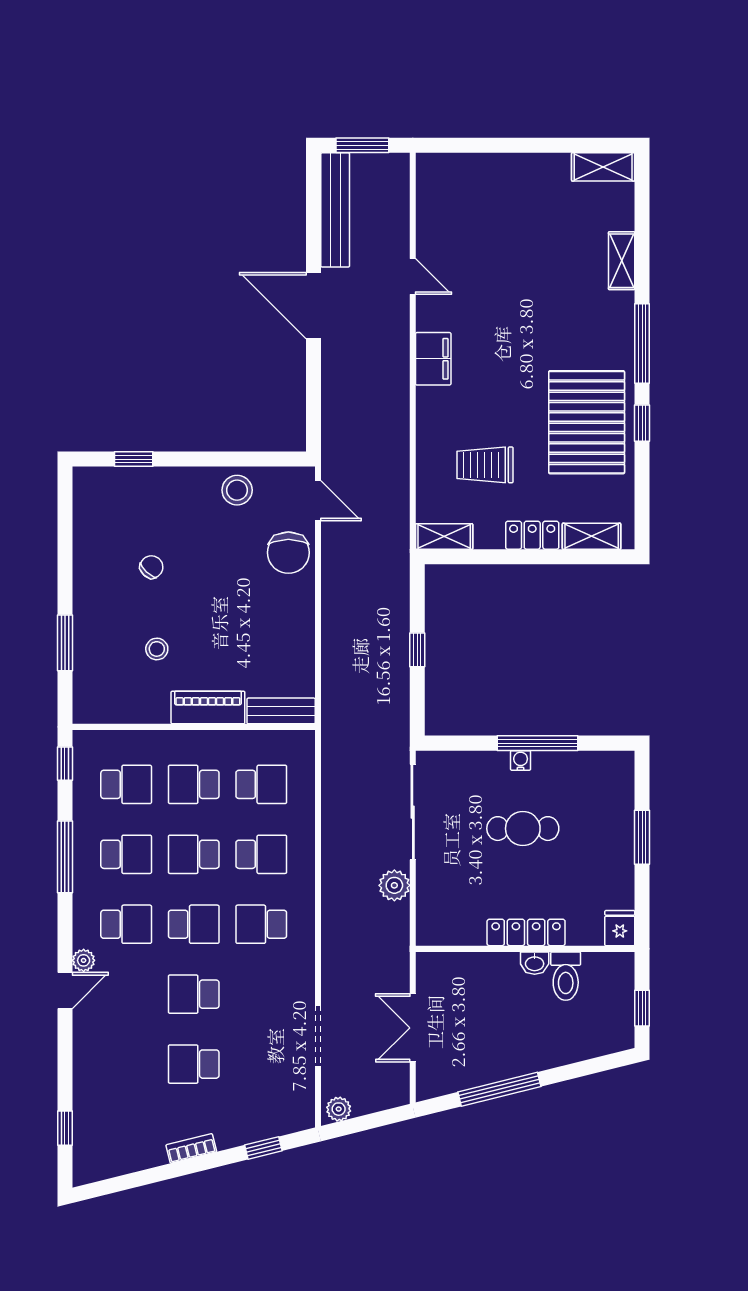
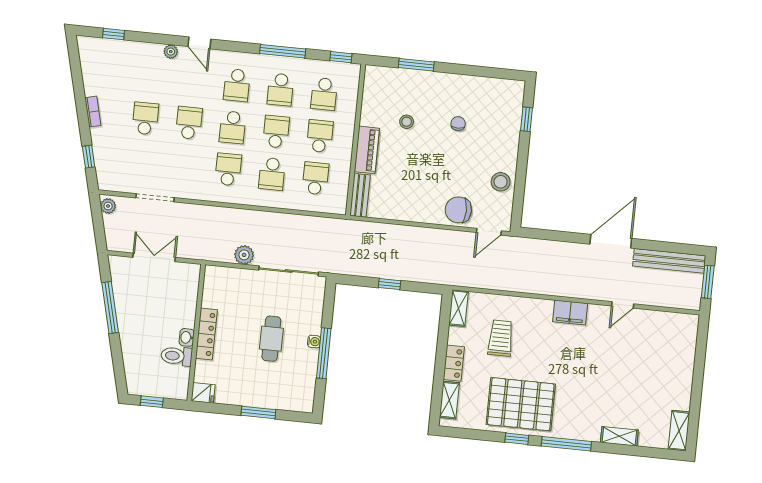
chair: (151, 567) -> (458, 124), turned -133
school desk: (261, 784) -> (315, 178), turned 180
plant: (84, 960) -> (171, 52), moved

